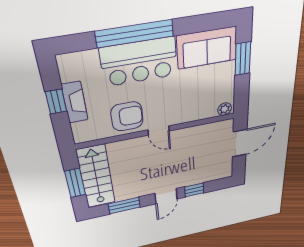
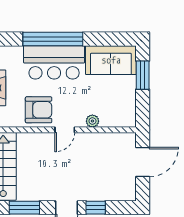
plant: (225, 109) -> (92, 121), moved
door: (159, 130) -> (65, 130), hinge flipped

